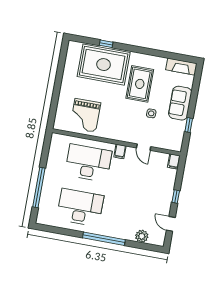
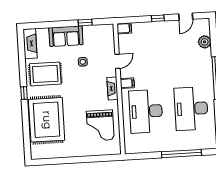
window: (106, 44) -> (24, 93), moved
rug: (140, 84) -> (45, 74), moved
grand piano: (85, 115) -> (100, 126), turned 90
fireplace: (118, 136) -> (112, 88), added

